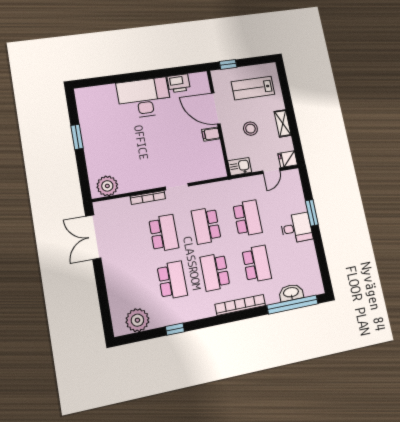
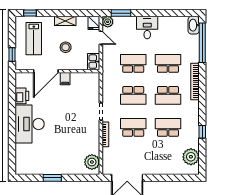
window: (283, 79) -> (30, 13), added
plant: (293, 176) -> (108, 22), added
window: (312, 213) -> (121, 13), moved
washbasin: (291, 293) -> (194, 25), moved

